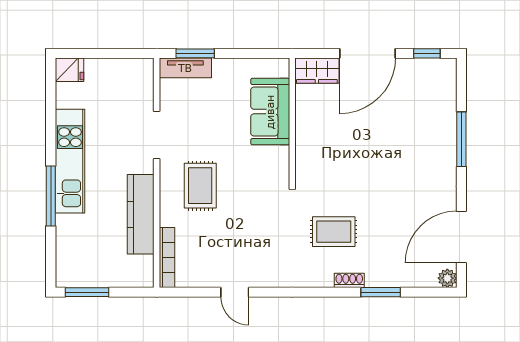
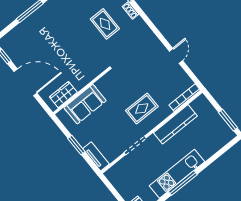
window: (195, 53) -> (76, 145), moved
wardrobe: (317, 71) -> (63, 95), moved, turned -90
window: (51, 196) -> (183, 183), moved
rug: (334, 232) -> (105, 24), moved

